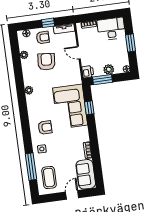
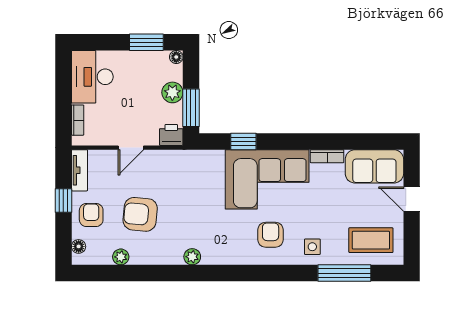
window: (131, 43) -> (146, 42), moved
corner sofa: (70, 107) -> (267, 179), moved

